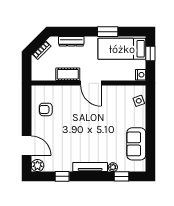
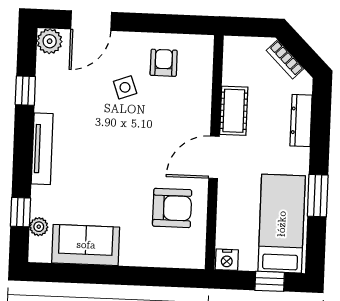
side table: (139, 101) -> (125, 87), moved
armchair: (116, 102) -> (172, 208), added
plant: (113, 167) -> (39, 227), moved

